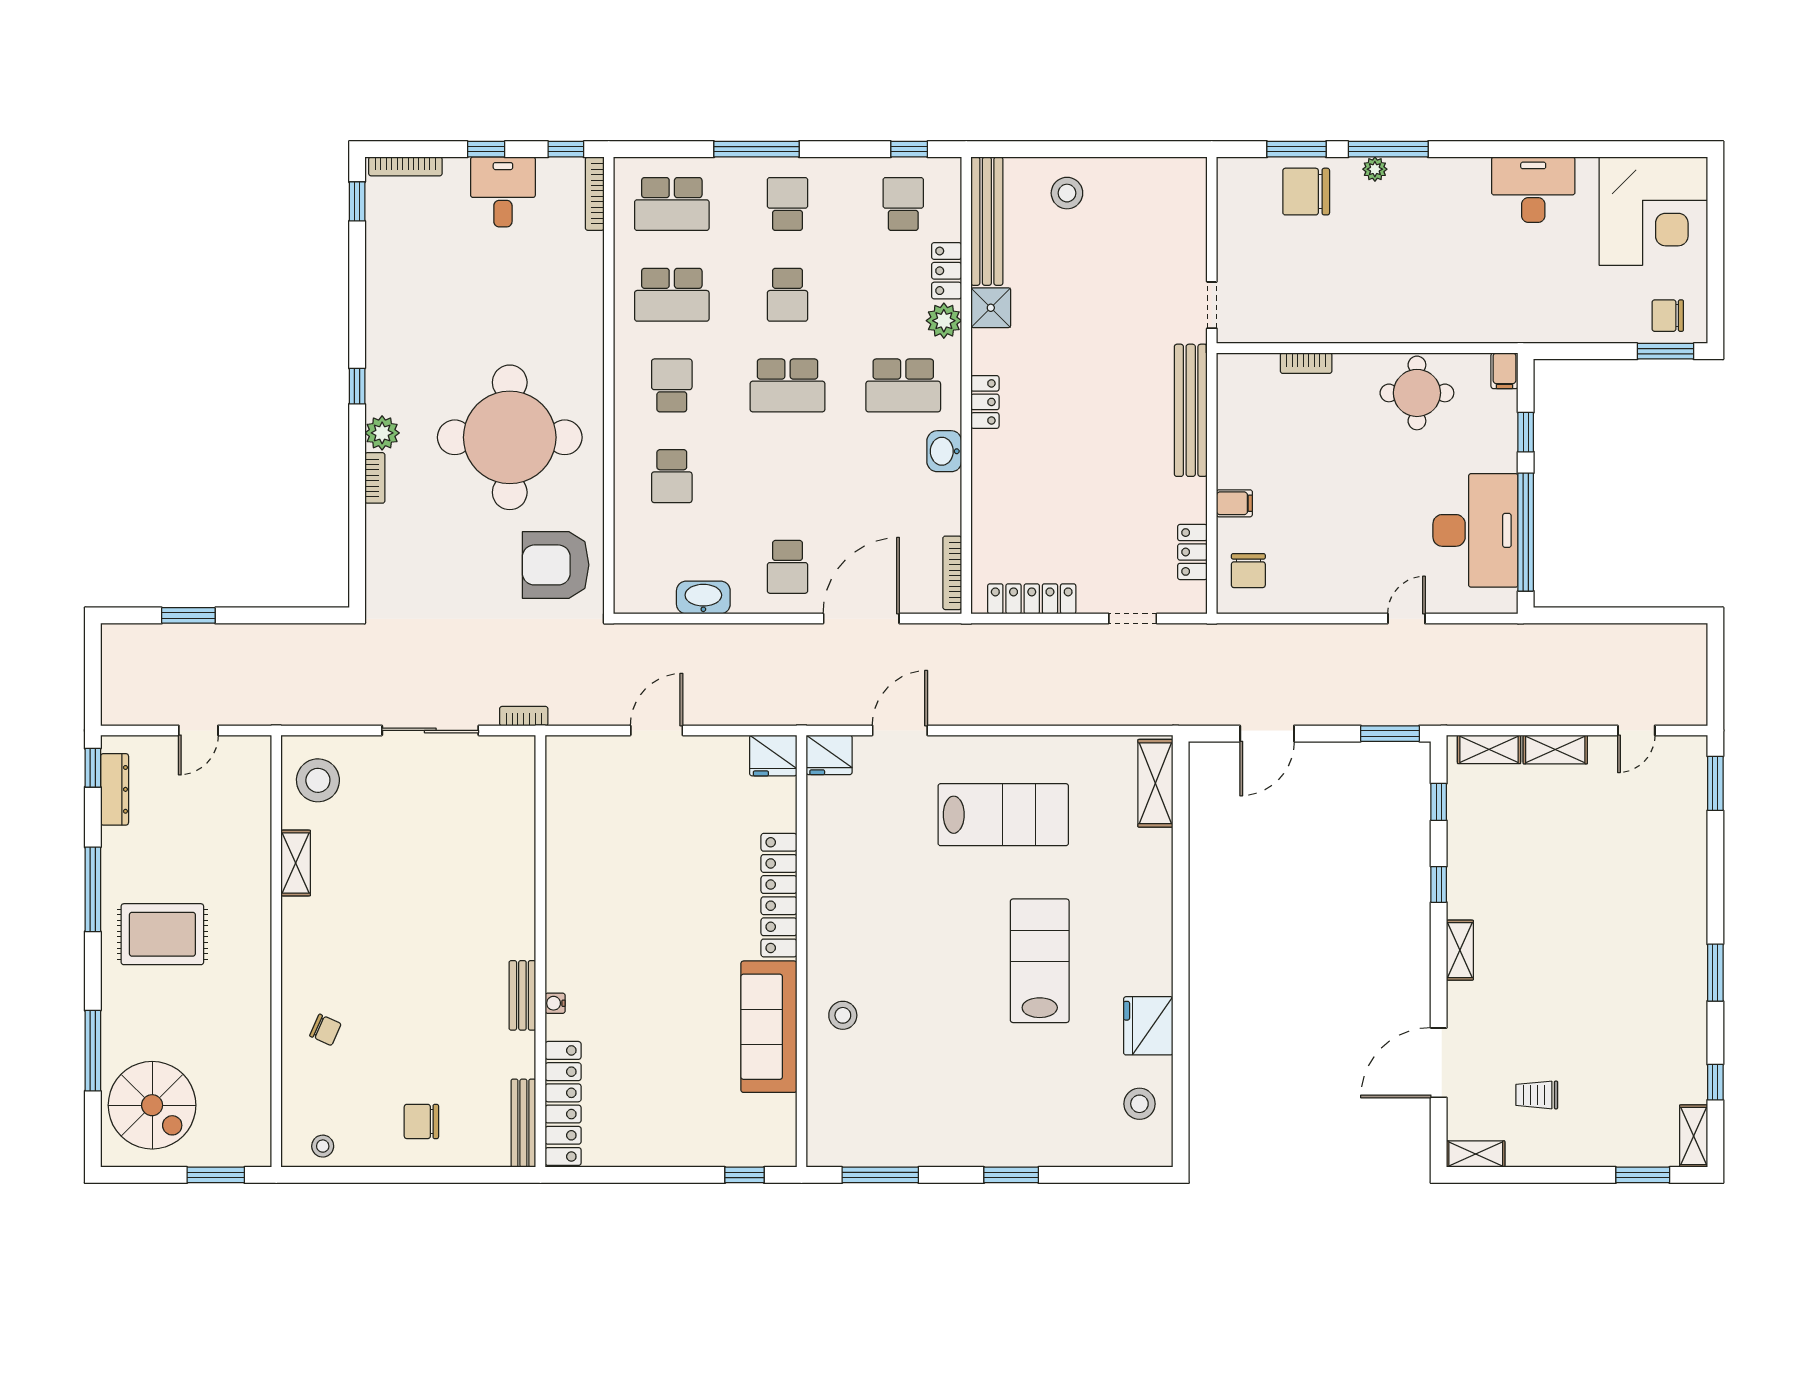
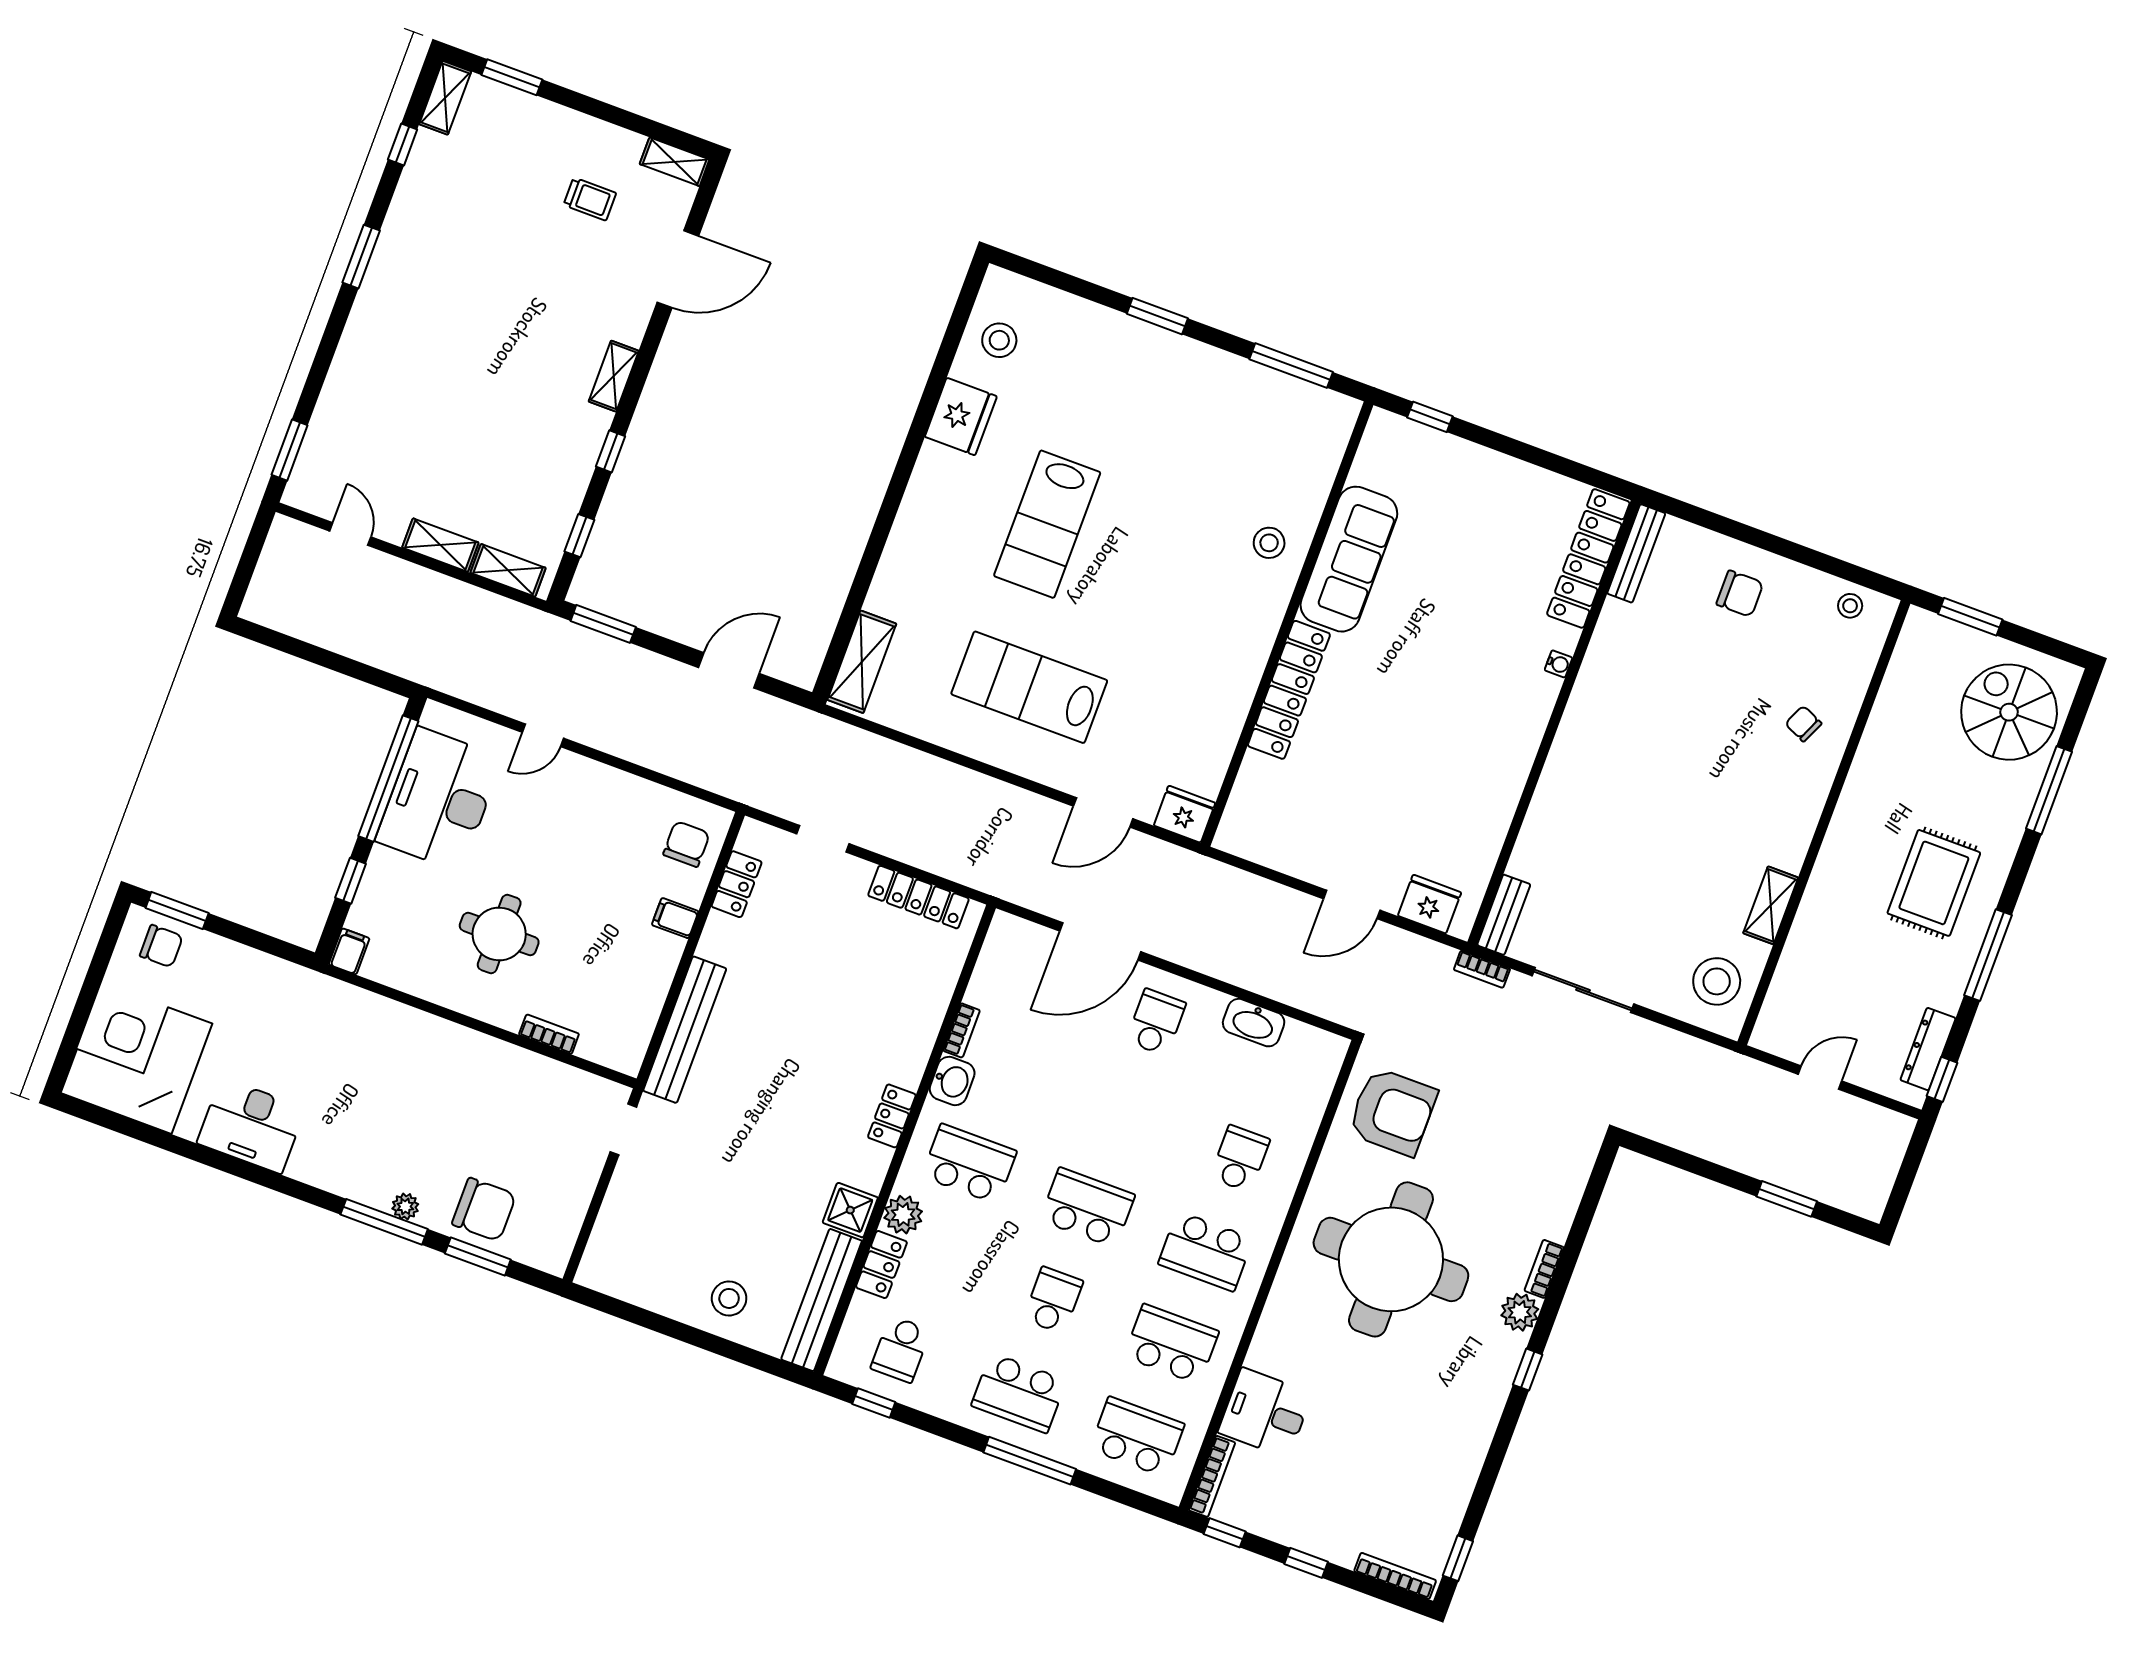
desk: (503, 192) -> (1265, 1413), moved, turned 90
school desk: (788, 204) -> (1019, 1393), width x1.85
school desk: (672, 385) -> (1206, 1251), width x1.85
round table: (1417, 393) -> (499, 934), moved
bookcase: (952, 573) -> (962, 1030), moved, width x0.64
door: (1636, 730) -> (350, 534), hinge flipped
fridge: (773, 755) -> (1430, 904), moved
rug: (162, 934) -> (1934, 883), turned 90
bench: (522, 995) -> (1504, 915), moved

